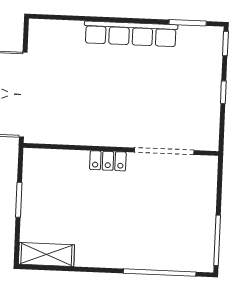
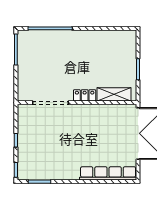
row of seats: (131, 34) -> (108, 173), moved
shelving: (46, 254) -> (114, 94), moved

